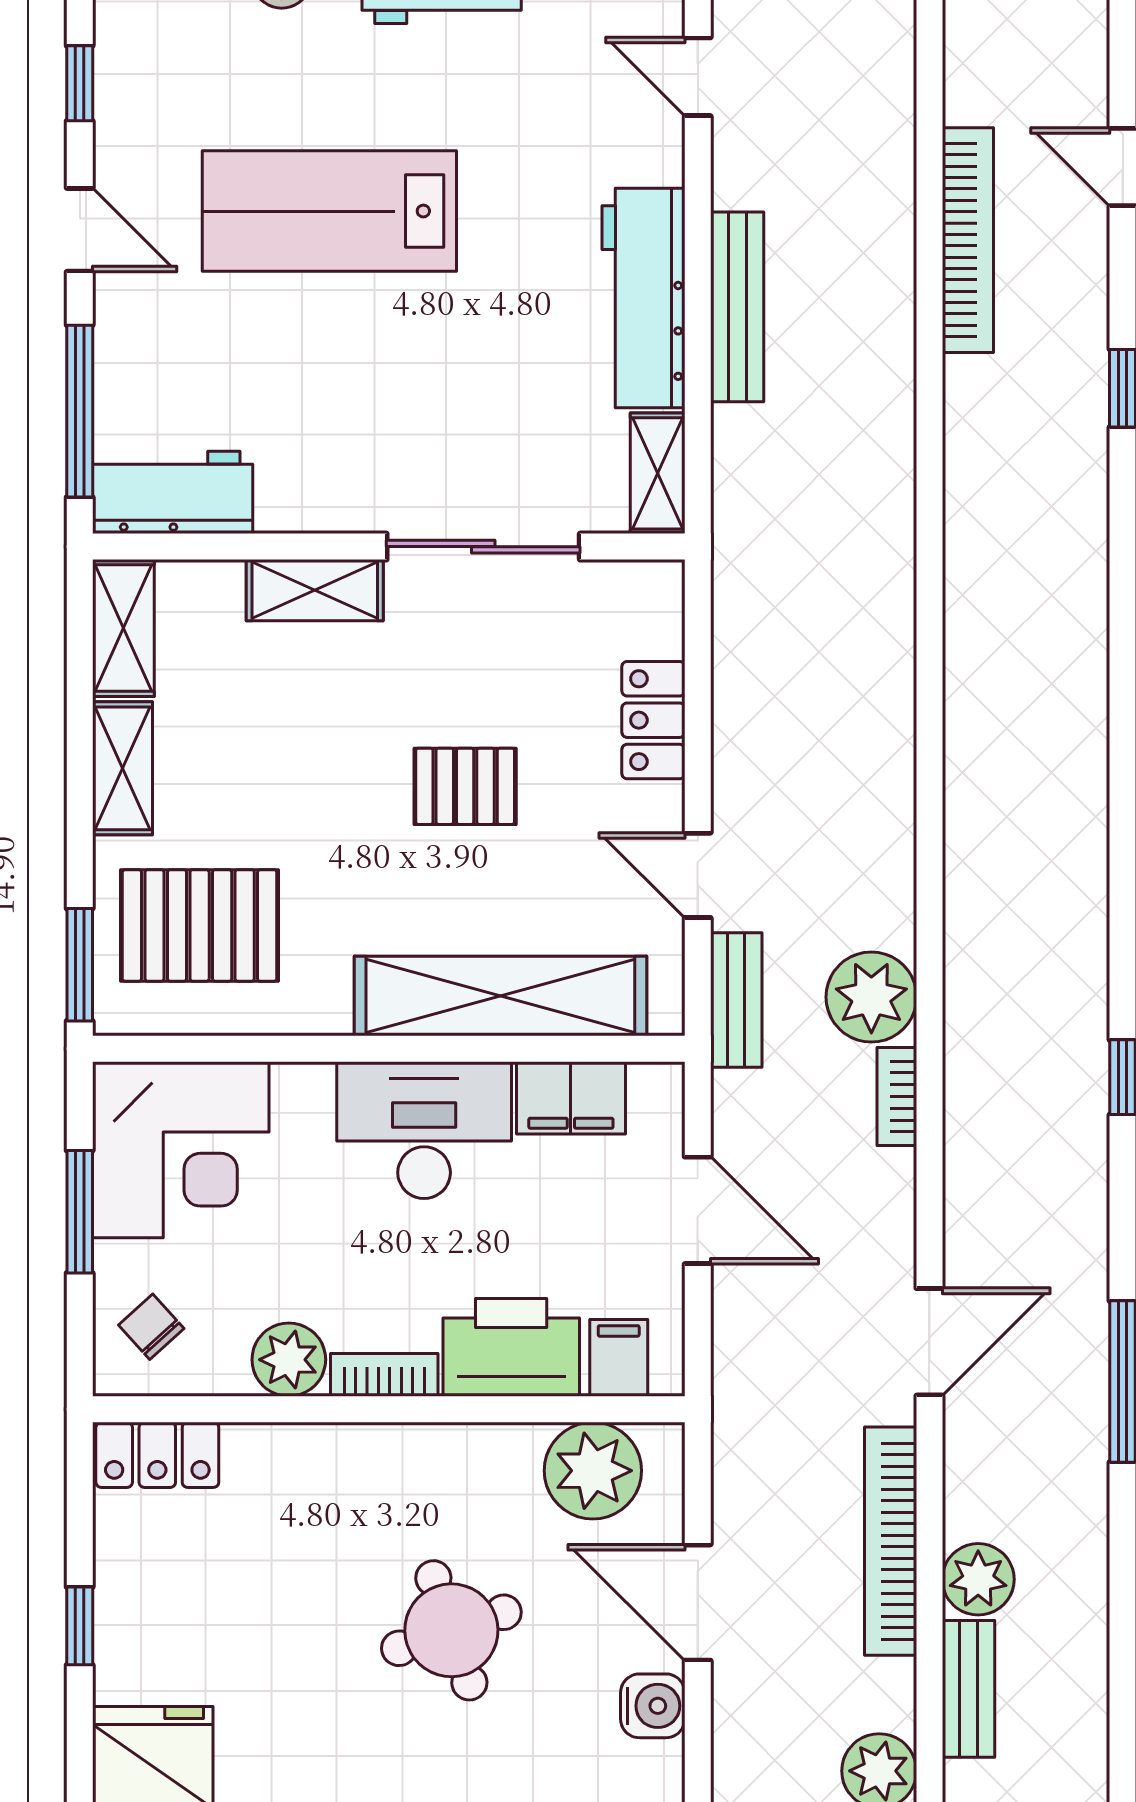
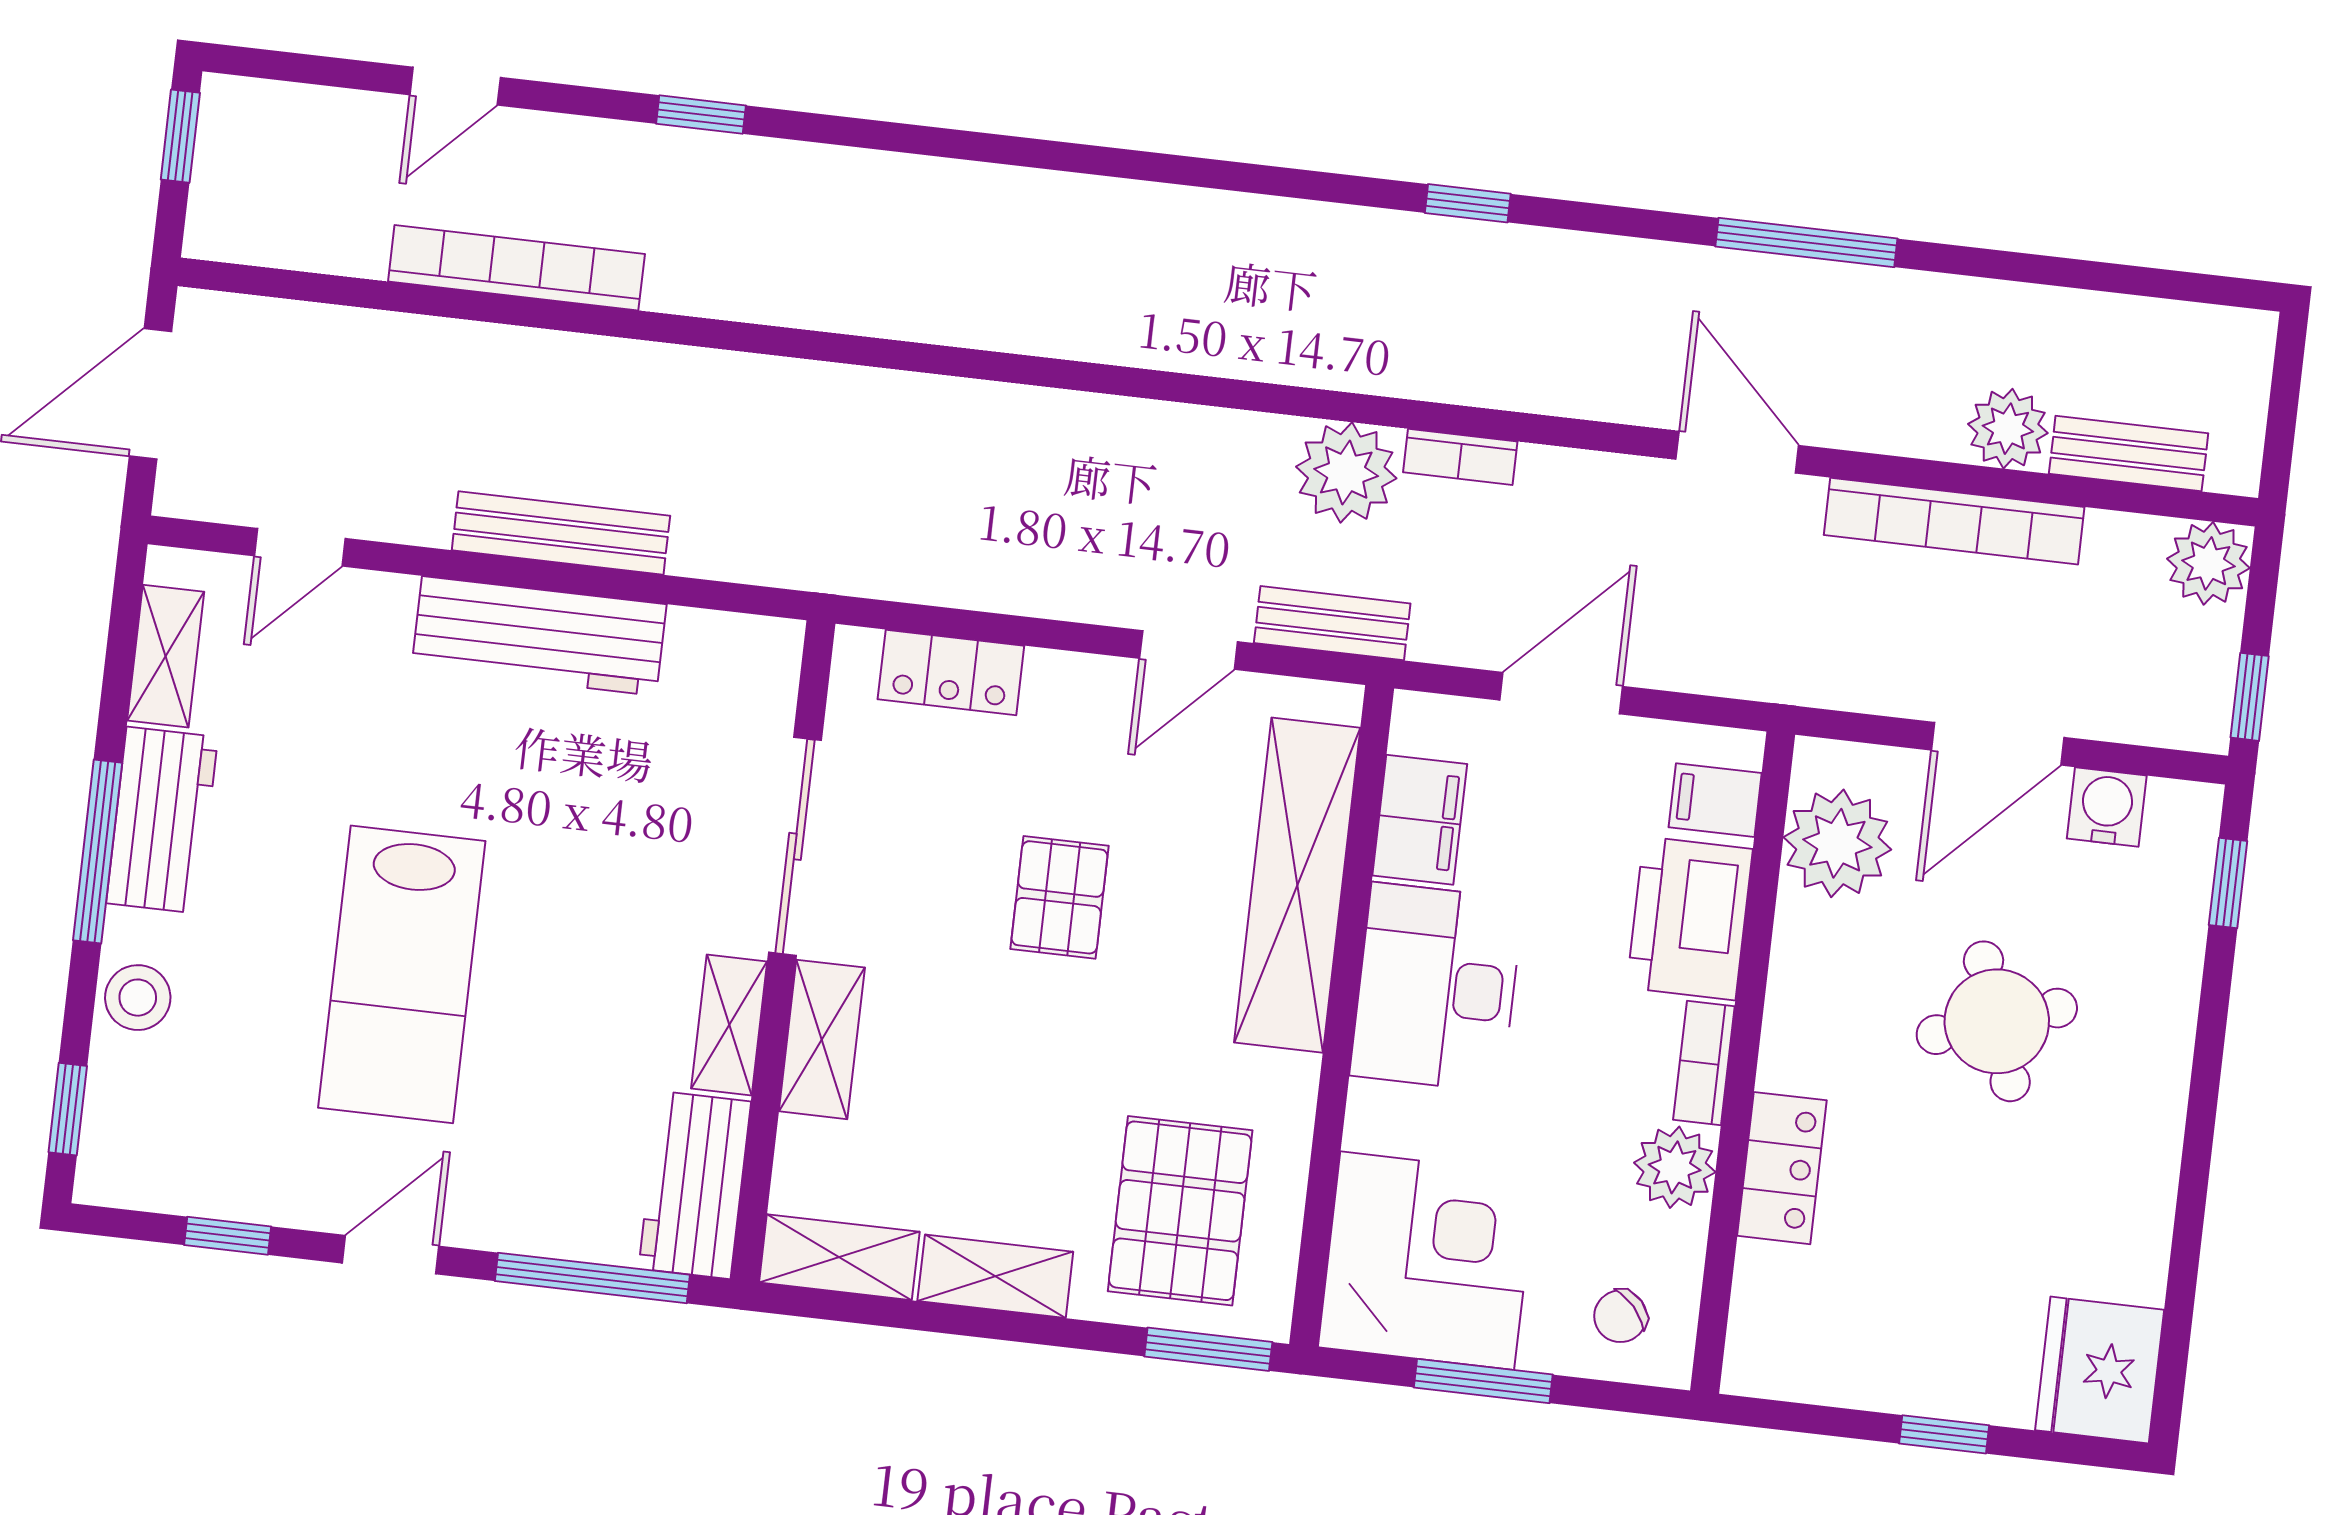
shelving: (658, 473) -> (729, 1025), moved, turned 90
locker: (653, 720) -> (951, 672), moved
locker: (157, 1455) -> (1782, 1168), moved

